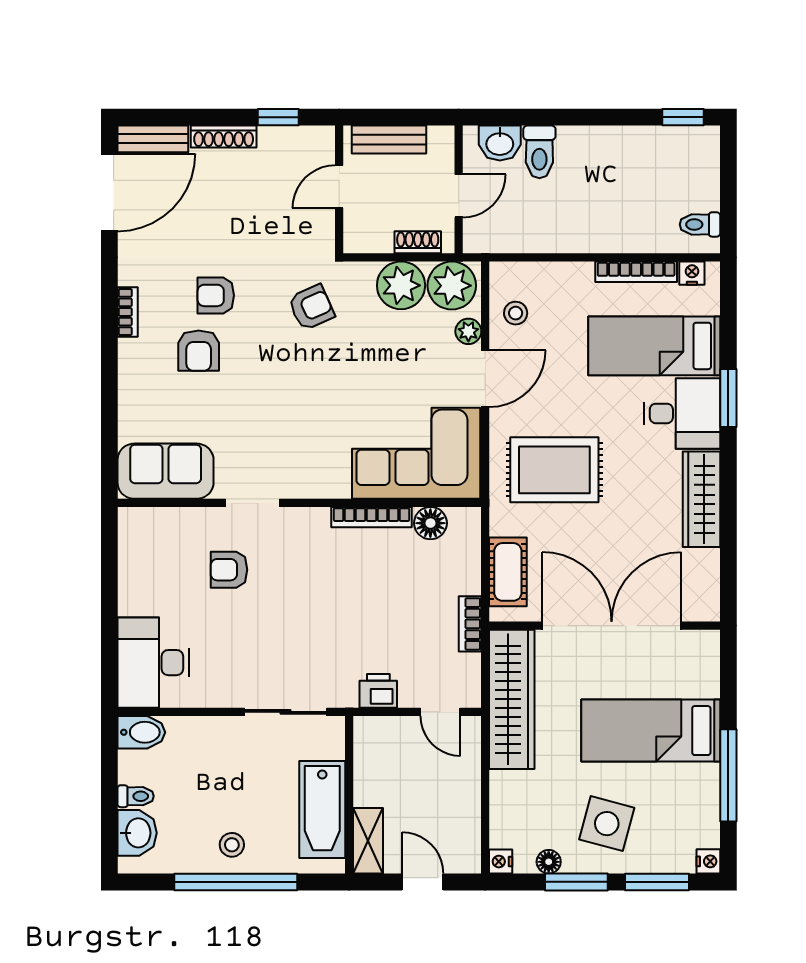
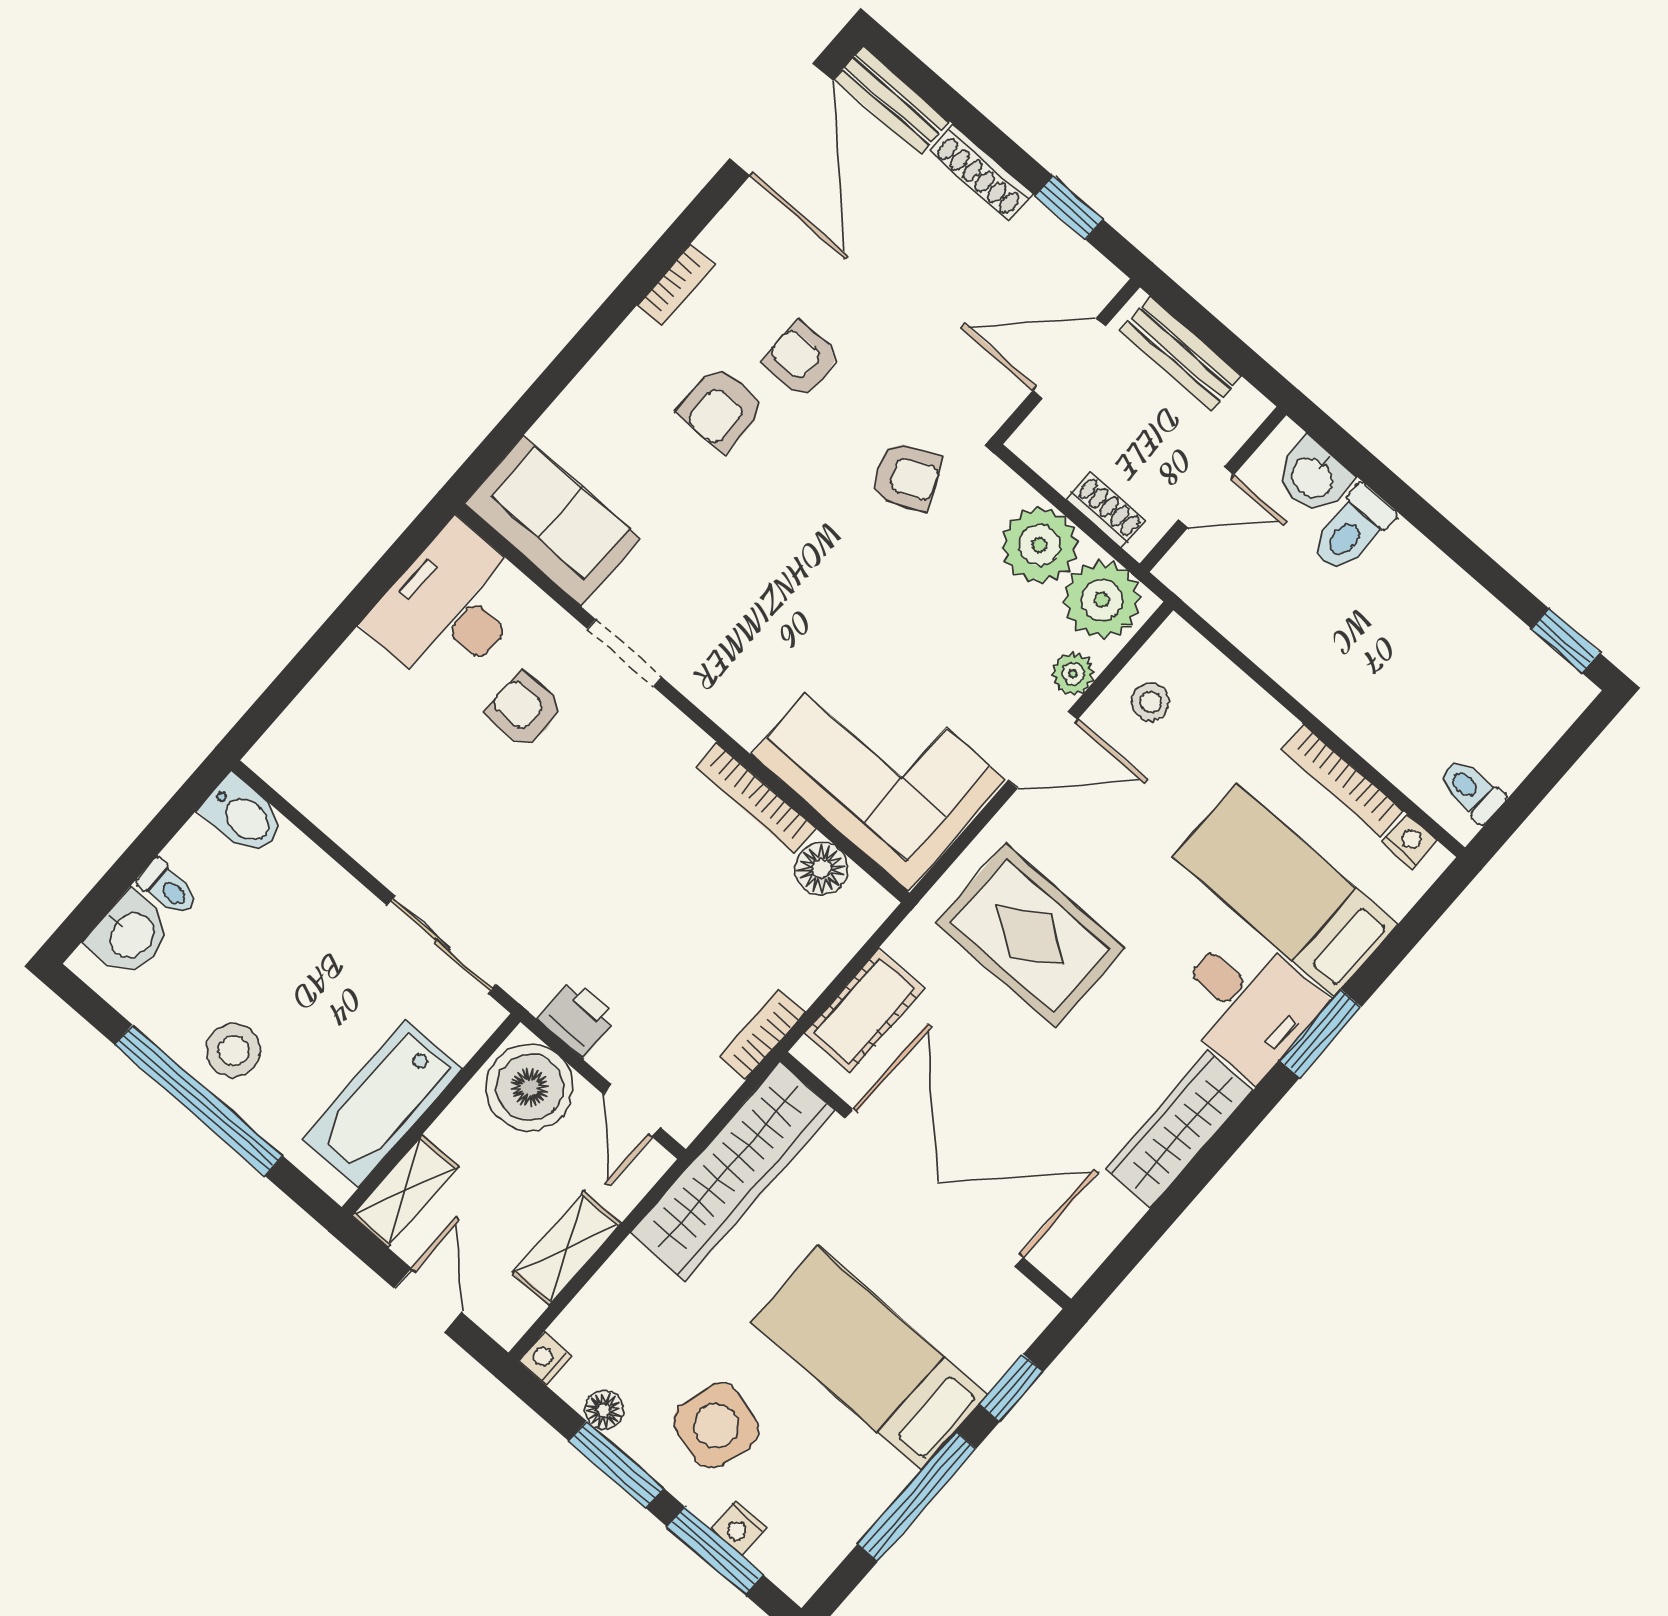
door: (339, 187) -> (1069, 358), width x1.38
door: (109, 192) -> (781, 119), hinge flipped
desk: (153, 663) -> (450, 607), moved
window: (728, 687) -> (1012, 1388), added
boiler: (384, 742) -> (529, 1087), added
shelving: (466, 802) -> (567, 1248), added
stool: (232, 845) -> (234, 1050), width x1.37, depth x1.37
nightstand: (708, 861) -> (739, 1528), moved, turned 90

